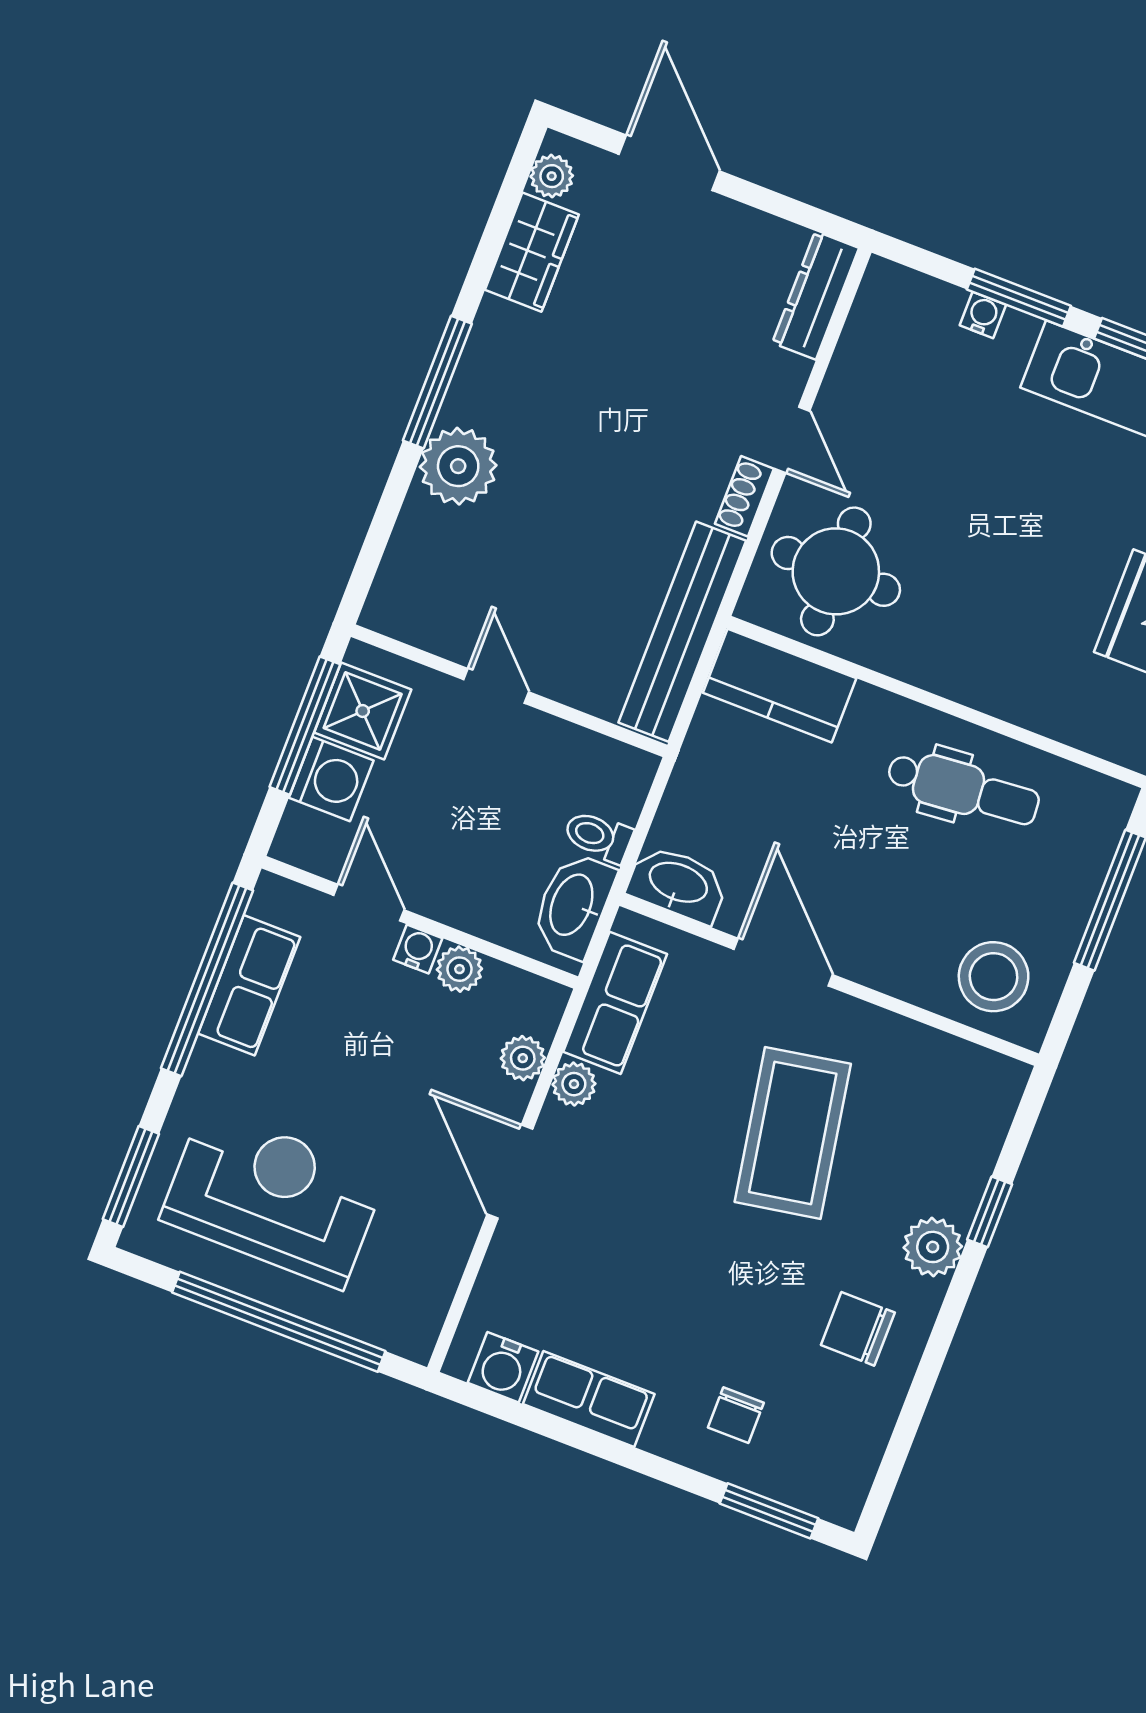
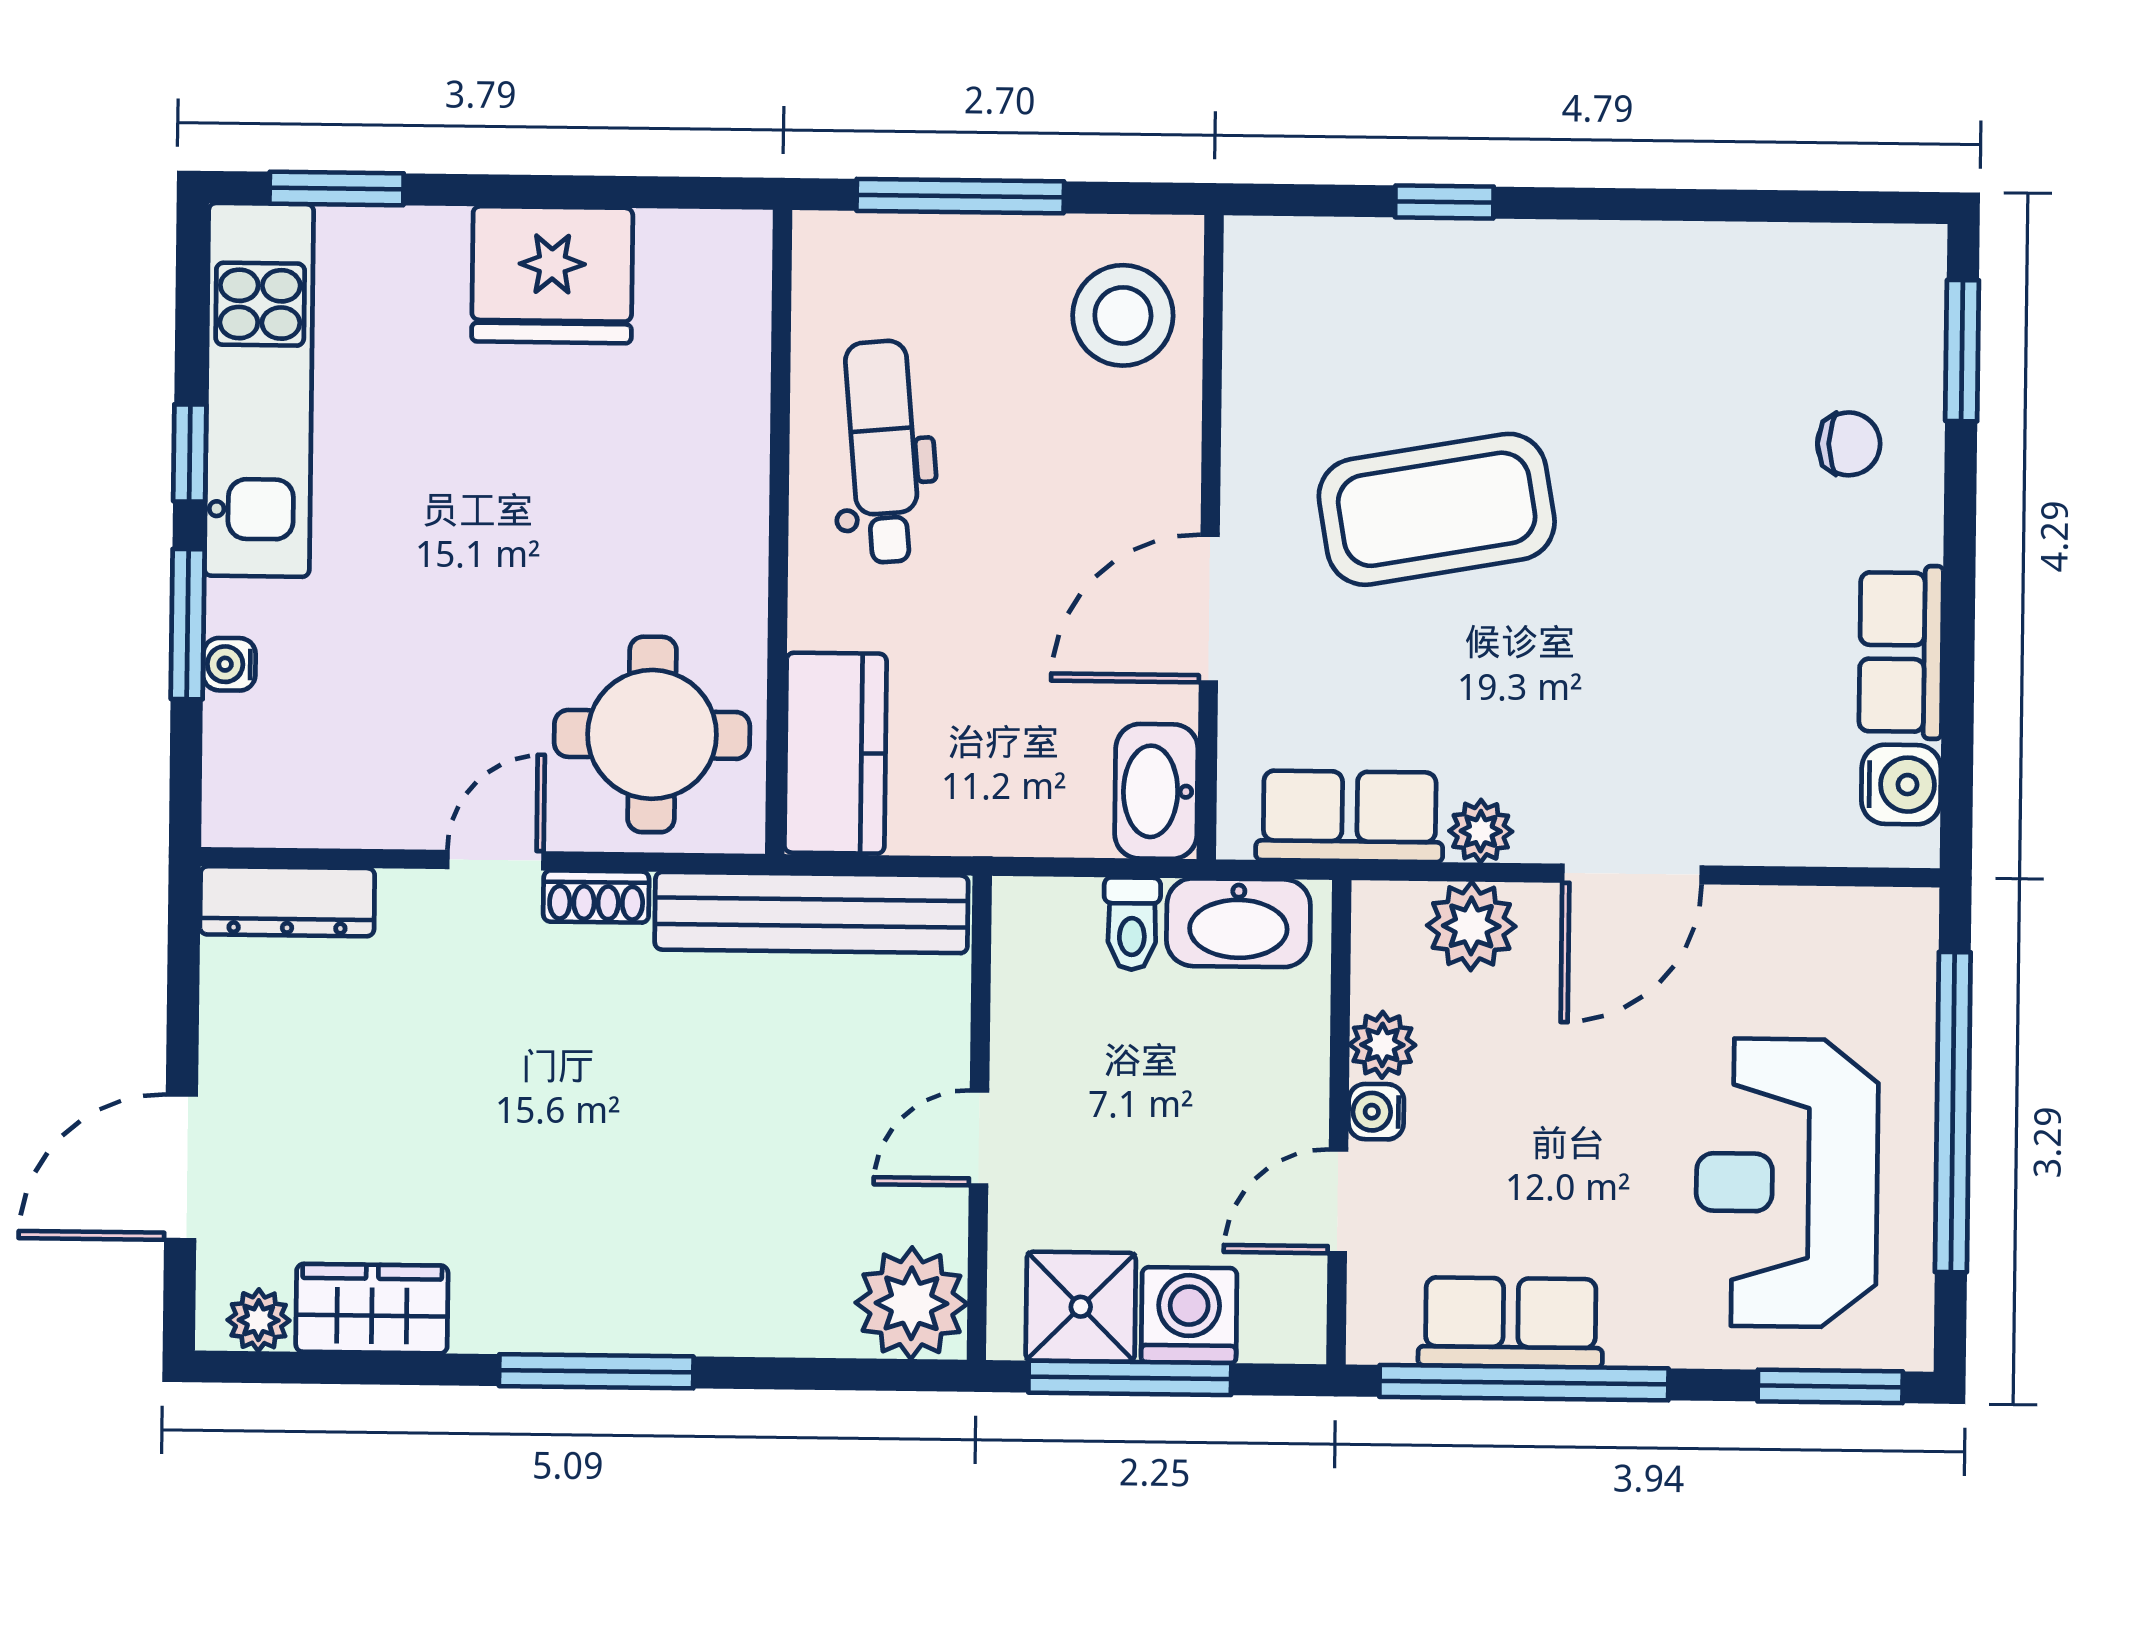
plant: (458, 466) -> (911, 1303), moved
plant: (523, 1058) -> (1471, 926), width x1.38, depth x1.38
plant: (933, 1247) -> (1521, 262), removed
chair: (858, 1329) -> (1670, 322), removed

